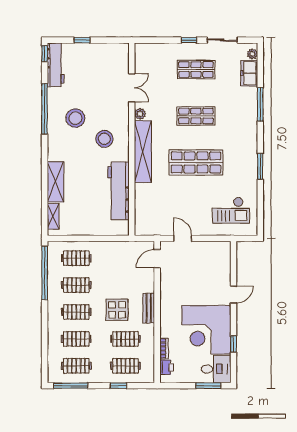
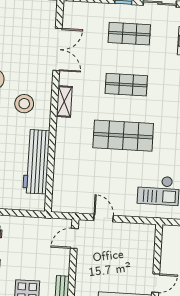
double door: (132, 88) -> (58, 49), width x1.37
plant: (140, 114) -> (65, 79), removed
shelving: (143, 152) -> (64, 102), width x0.45, depth x0.75

